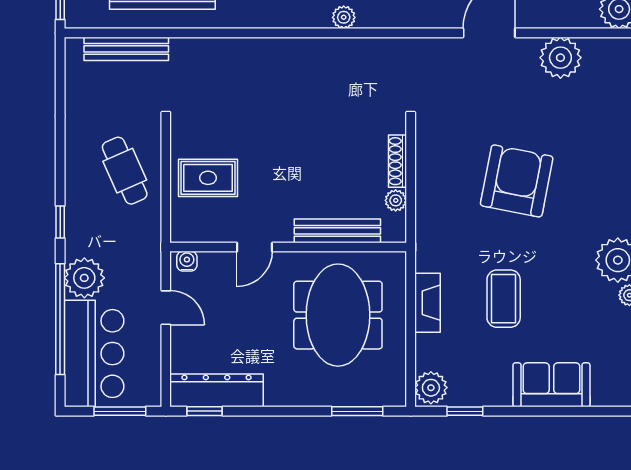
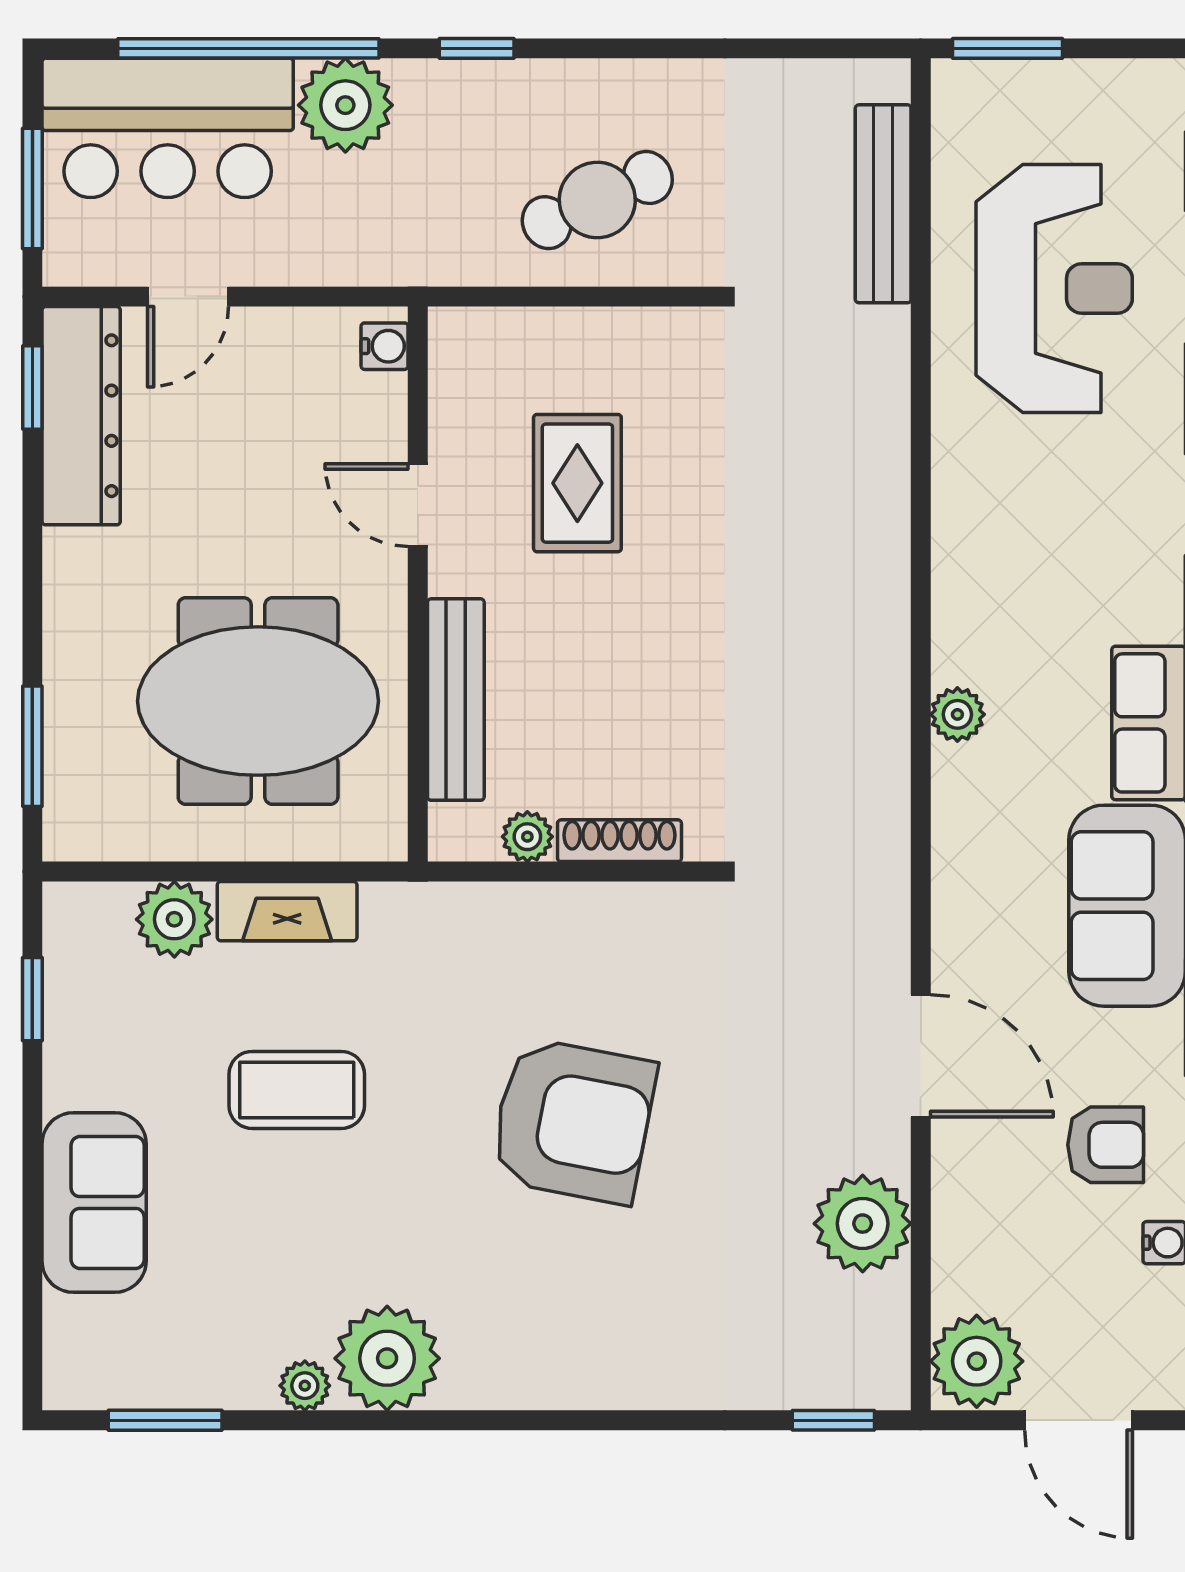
rug: (208, 178) -> (577, 483), moved
door: (166, 308) -> (188, 297), moved
plant: (431, 388) -> (174, 919), moved

